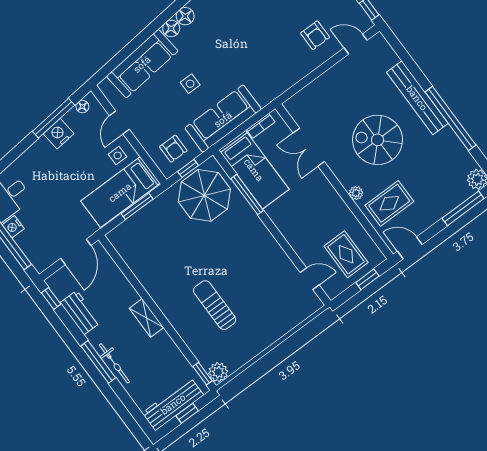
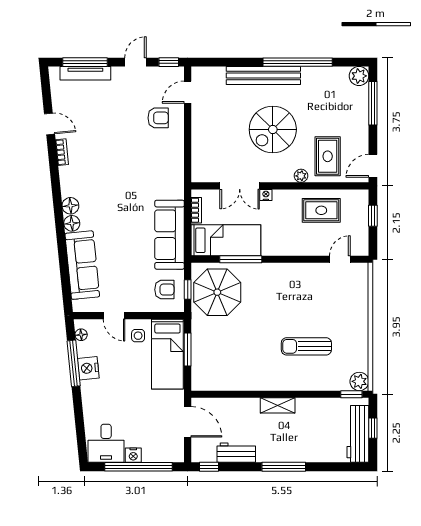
side table: (190, 84) -> (124, 240), removed
nightstand: (318, 175) -> (266, 195), added
rug: (346, 254) -> (321, 210), moved
bicycle: (114, 363) -> (294, 455), removed

